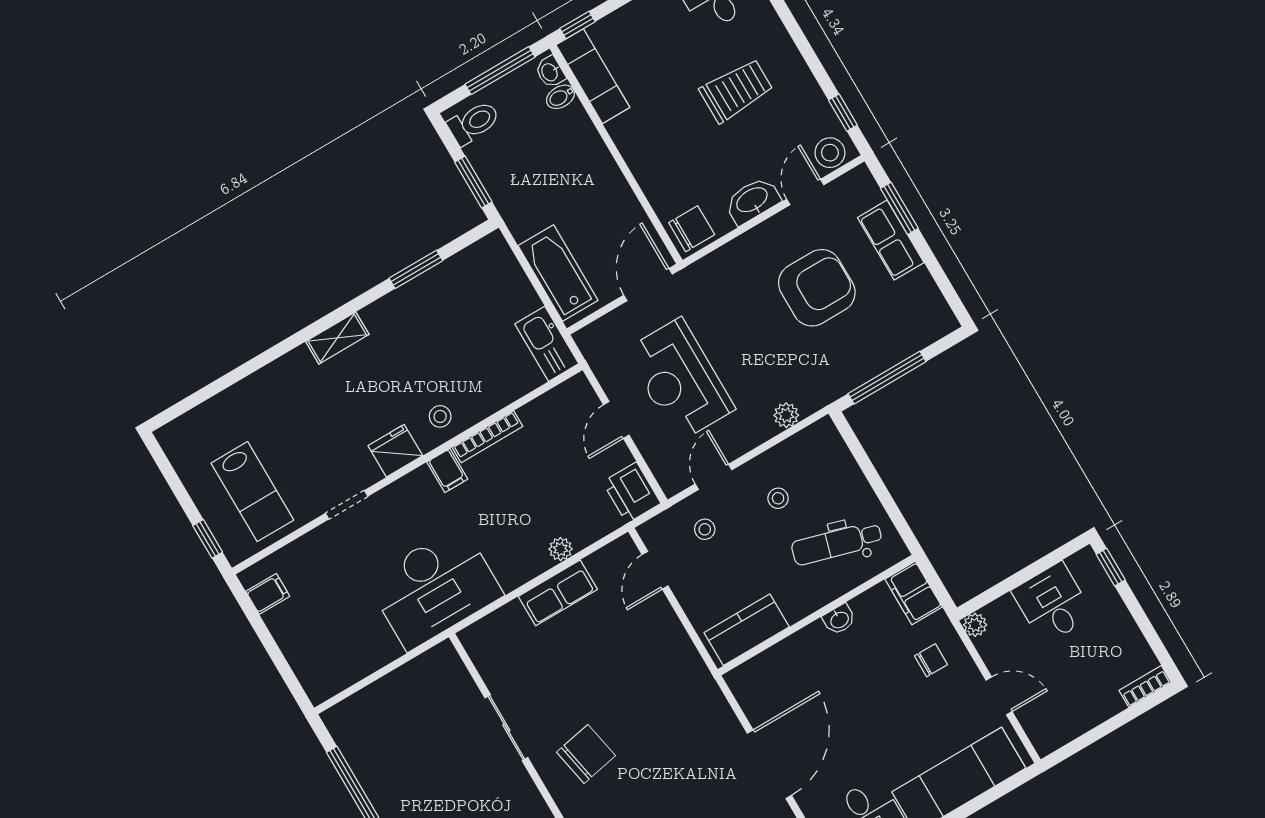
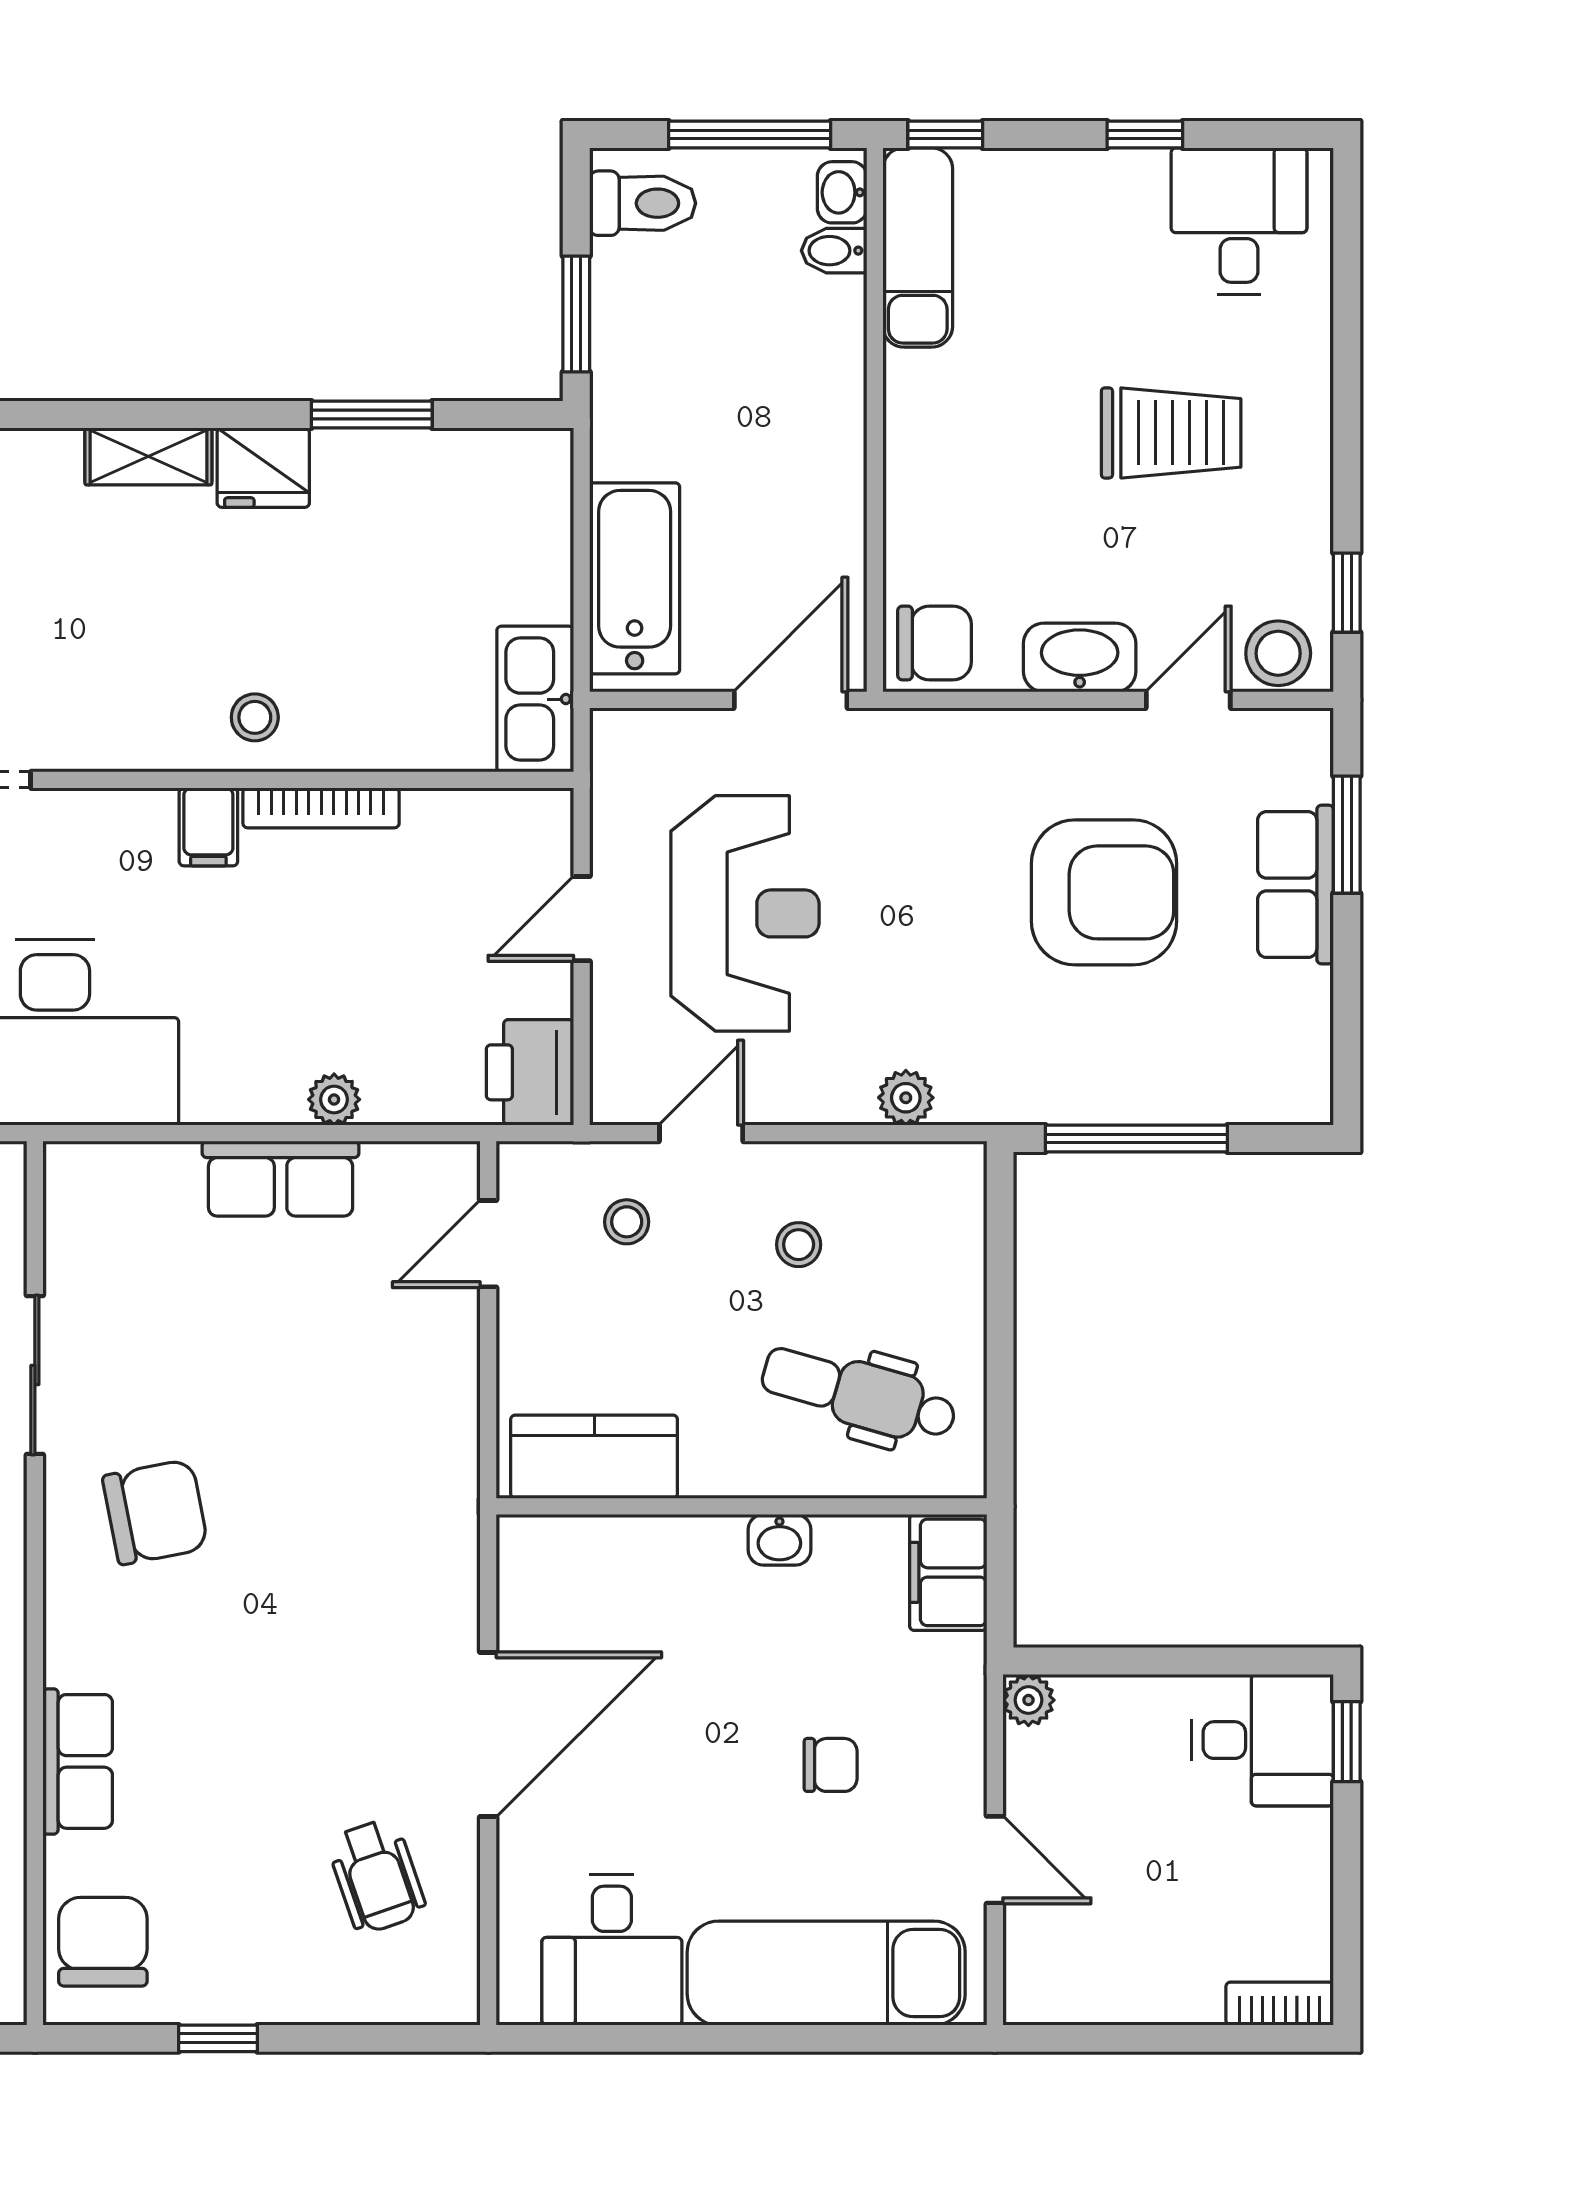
reception desk: (680, 380) -> (745, 913), turned 180
fridge: (395, 451) -> (263, 468), moved, turned 180
desk: (1053, 603) -> (1263, 1740), moved, turned 90
chair: (931, 660) -> (831, 1765), moved

